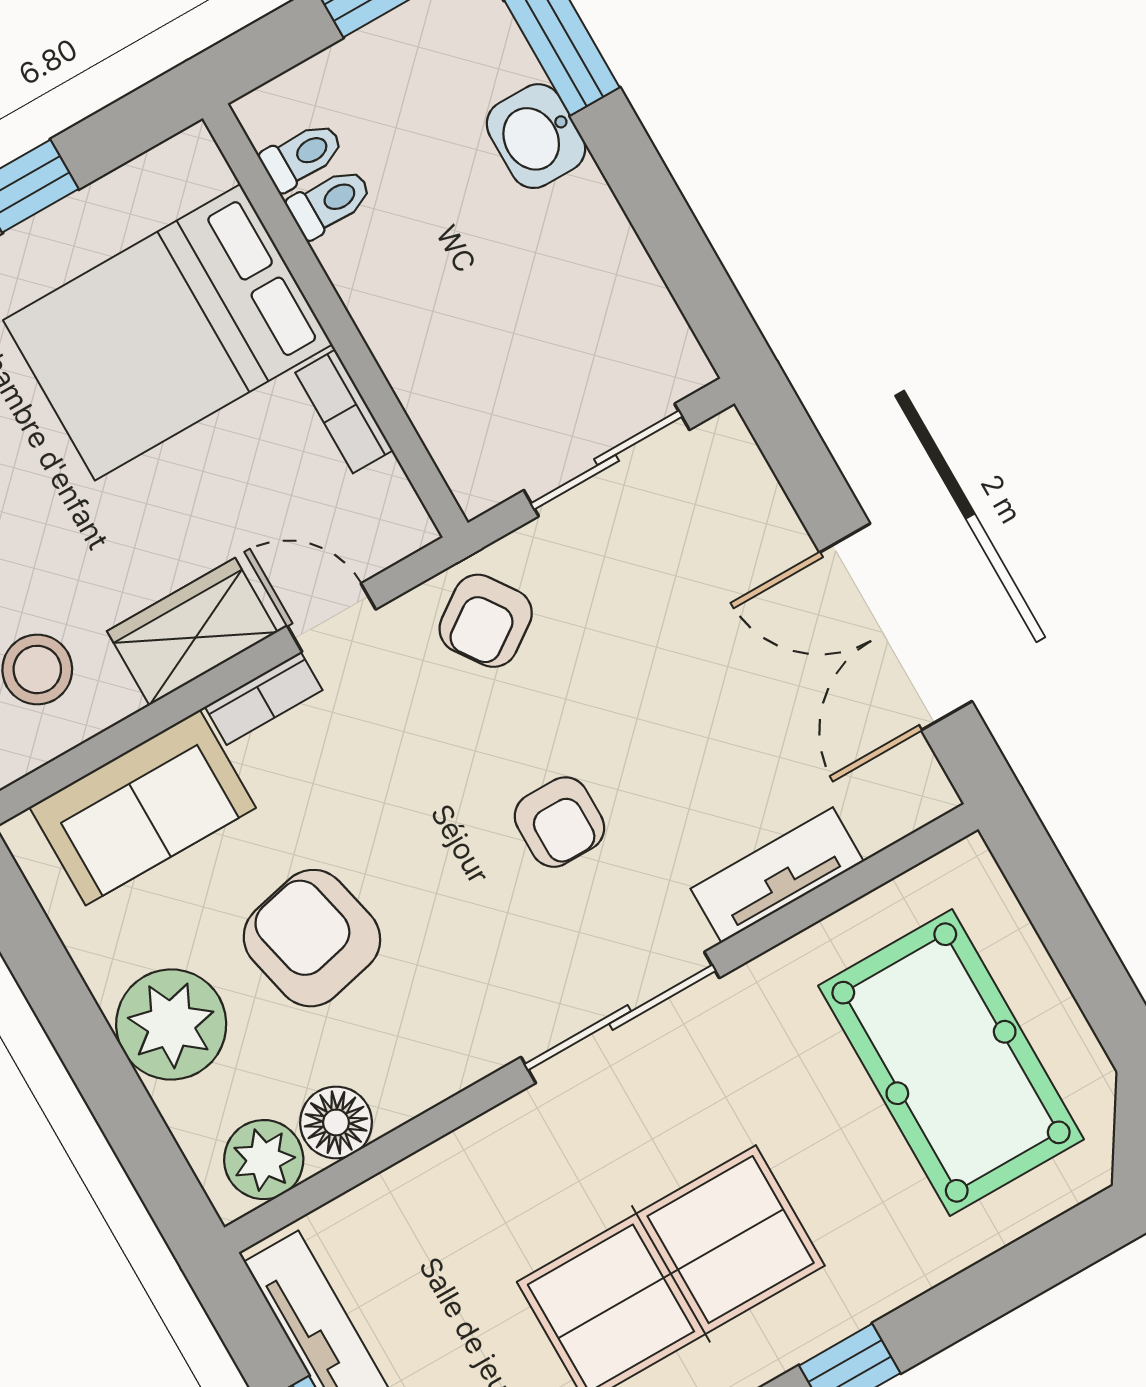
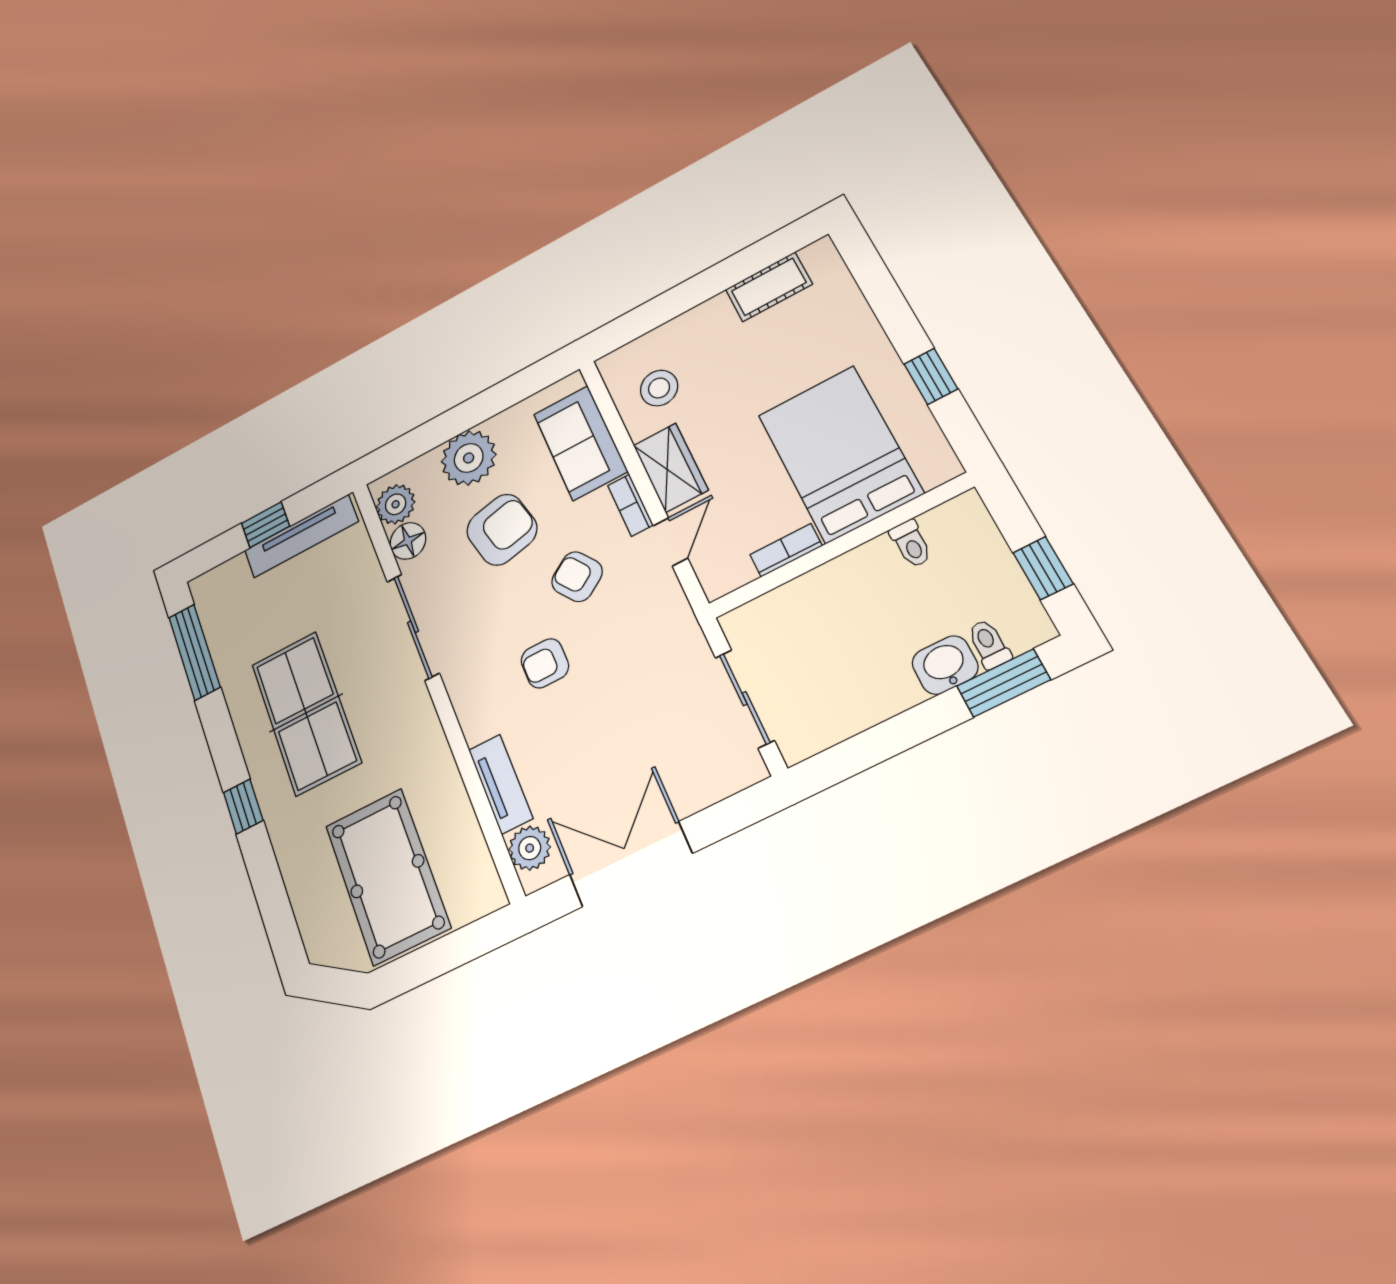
toilet: (302, 156) -> (989, 644), moved, turned 180
armchair: (486, 621) -> (577, 577), moved
plant: (883, 807) -> (530, 848), added
sliding door: (620, 1018) -> (413, 627), moved
pool table: (951, 1062) -> (387, 876), turned 90

